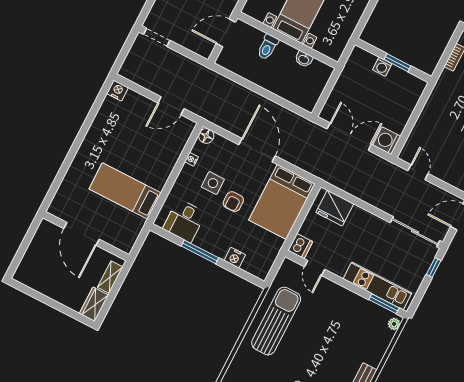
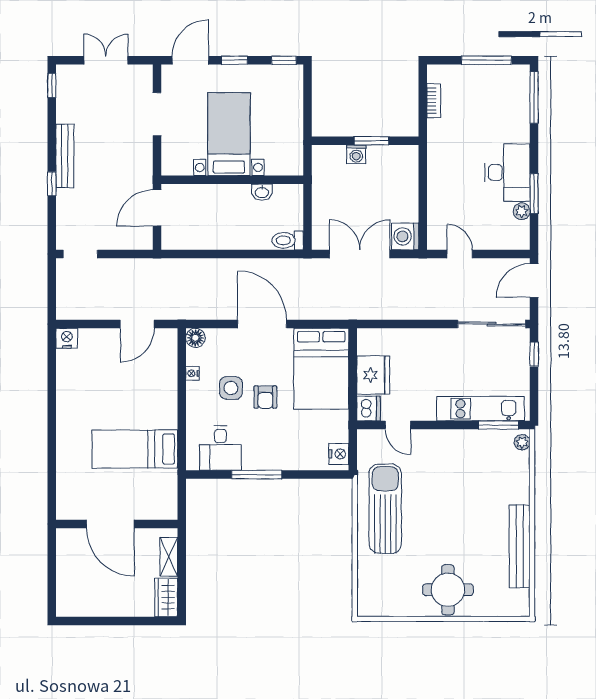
toilet: (268, 47) -> (288, 240), moved, turned 90
fridge: (335, 208) -> (373, 375), moved, turned -90
nightstand: (235, 258) -> (339, 454), moved, turned -90

